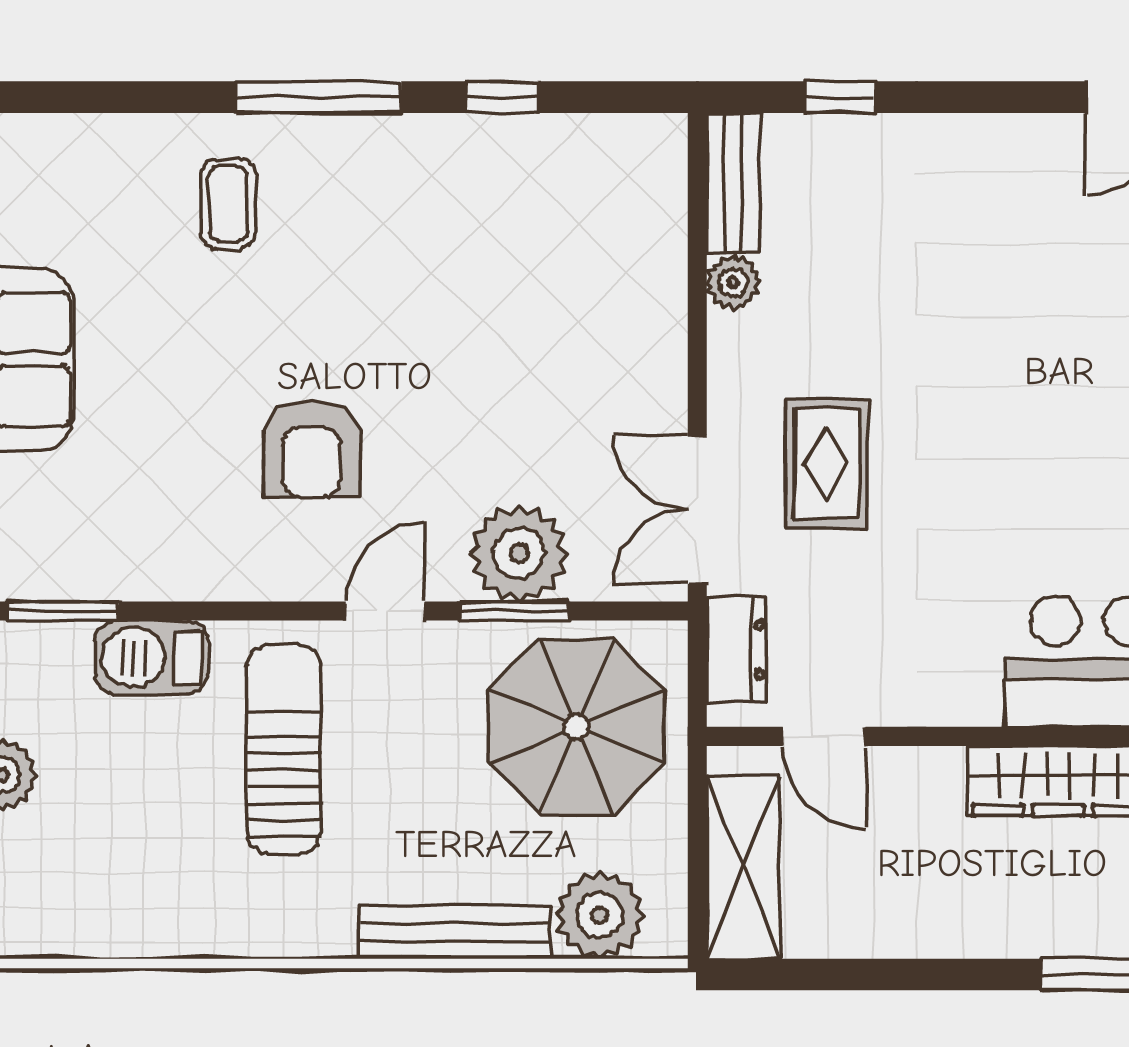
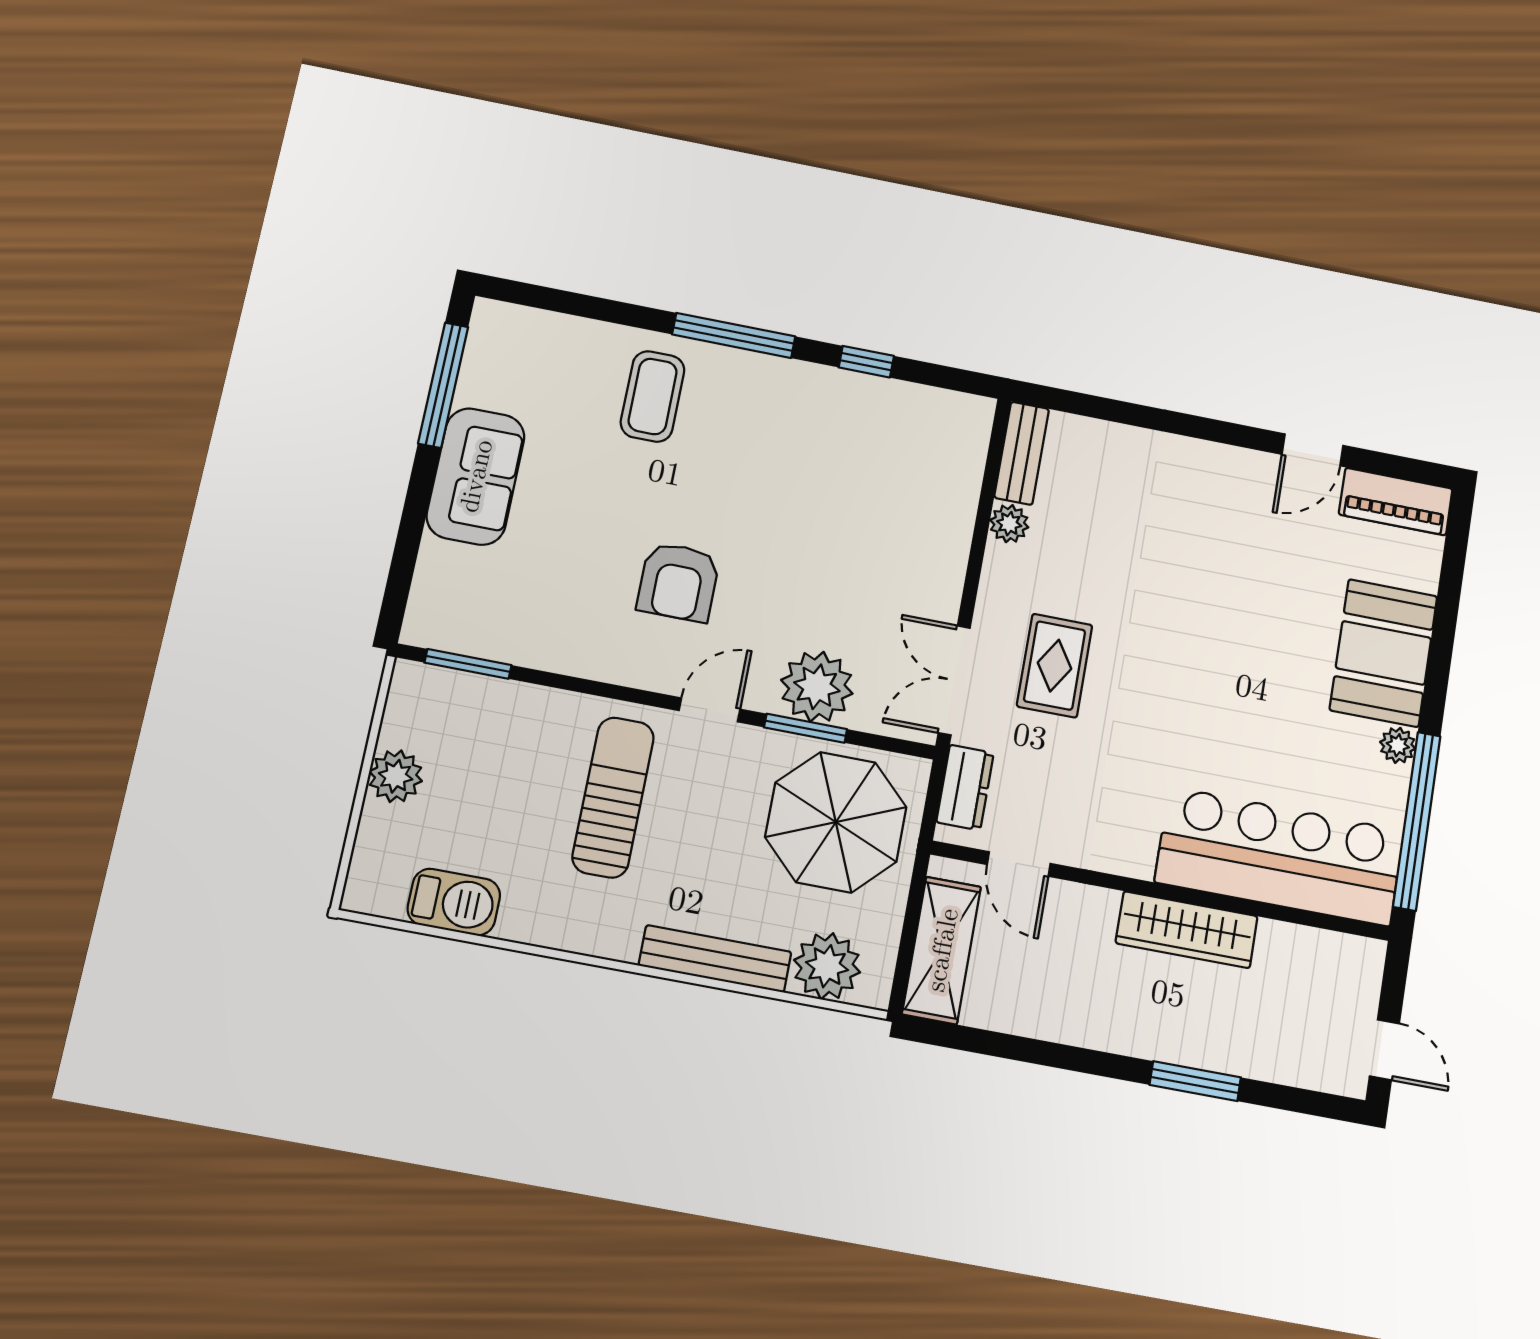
window: (840, 97) -> (1108, 409), removed
coffee table: (228, 204) -> (653, 396), width x1.36, depth x1.30
barbecue: (151, 657) -> (454, 902), moved, turned 180

